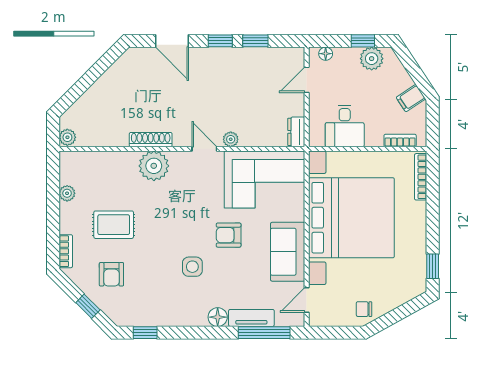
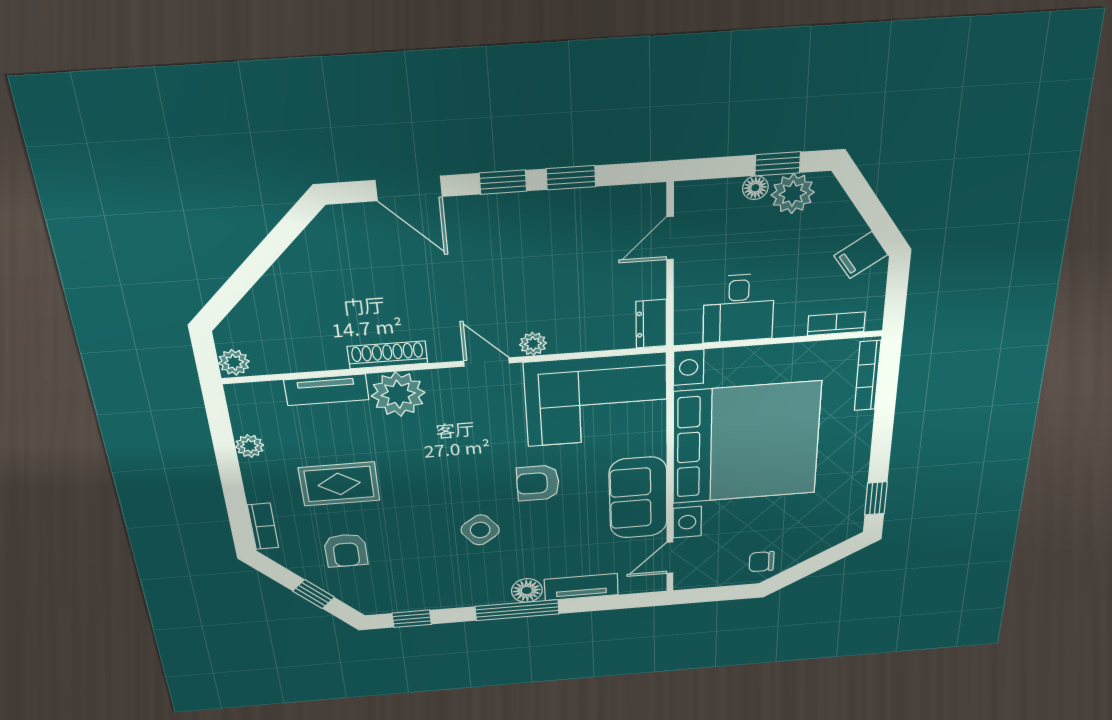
floor lamp: (326, 54) -> (755, 188), moved
tv unit: (115, 159) -> (326, 390), added
side table: (192, 267) -> (480, 530), turned -37
window: (264, 333) -> (517, 610), moved

